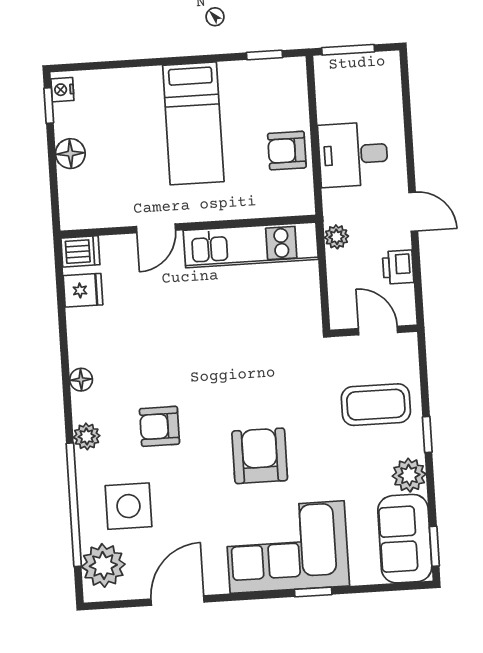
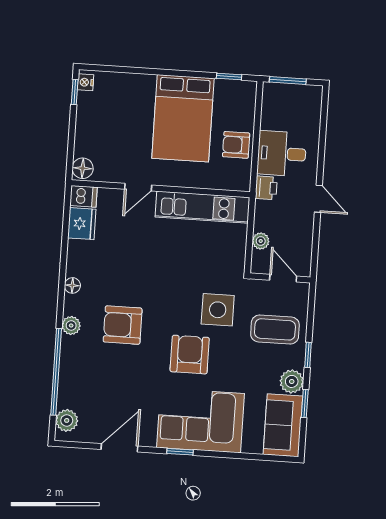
bed: (193, 123) -> (183, 118), width x1.50
floor lamp: (70, 154) -> (83, 168), moved
plant: (337, 237) -> (261, 241), moved
printer: (398, 267) -> (266, 188), moved, turned 180
fridge: (83, 290) -> (82, 224), width x1.38
armchair: (159, 426) -> (123, 325), width x1.38, depth x1.38
side table: (128, 506) -> (218, 310), moved
window: (434, 546) -> (305, 403), moved
plant: (103, 565) -> (67, 420), width x0.73, depth x0.73
window: (313, 592) -> (180, 452), moved

